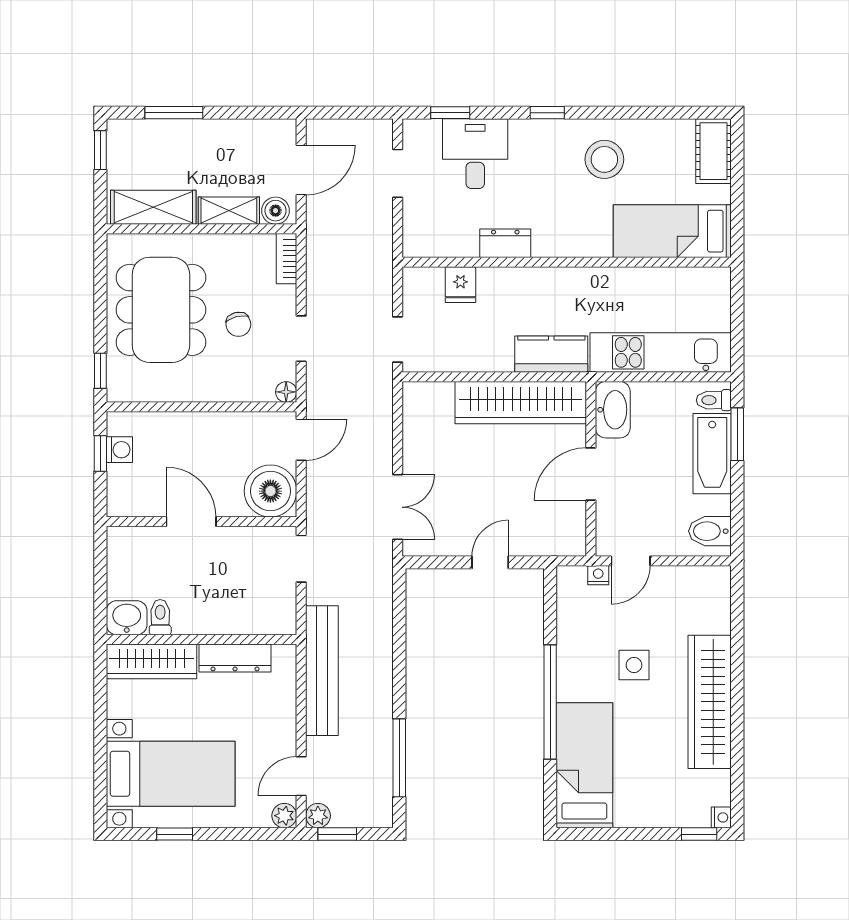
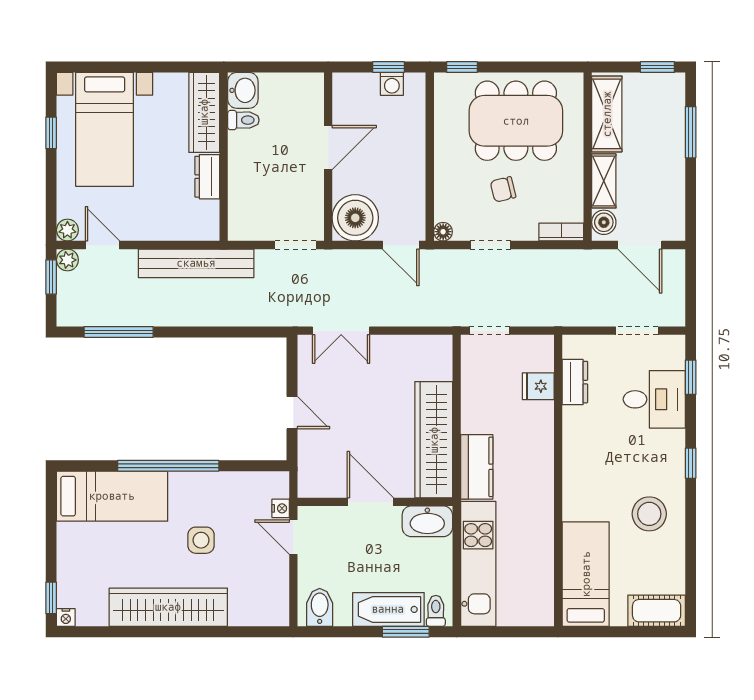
dresser: (505, 243) -> (575, 382), moved
dresser: (235, 658) -> (207, 177), width x0.70

